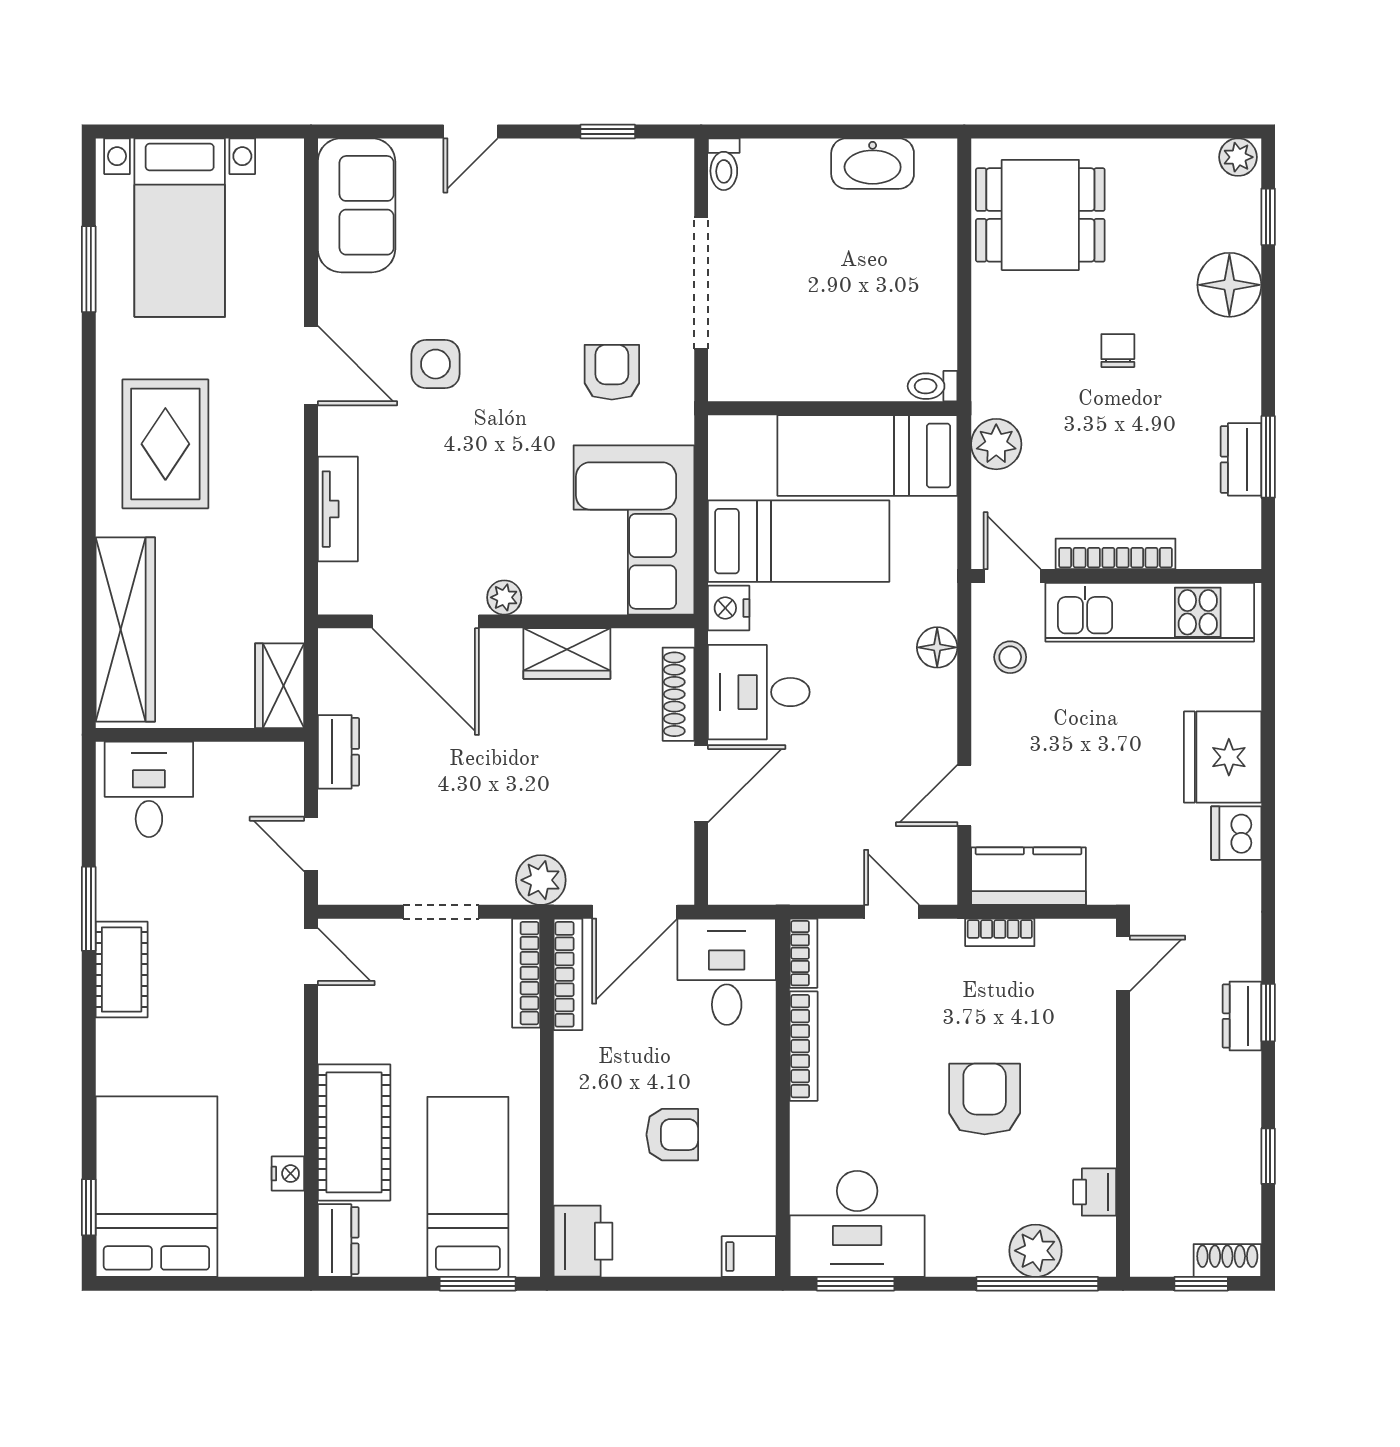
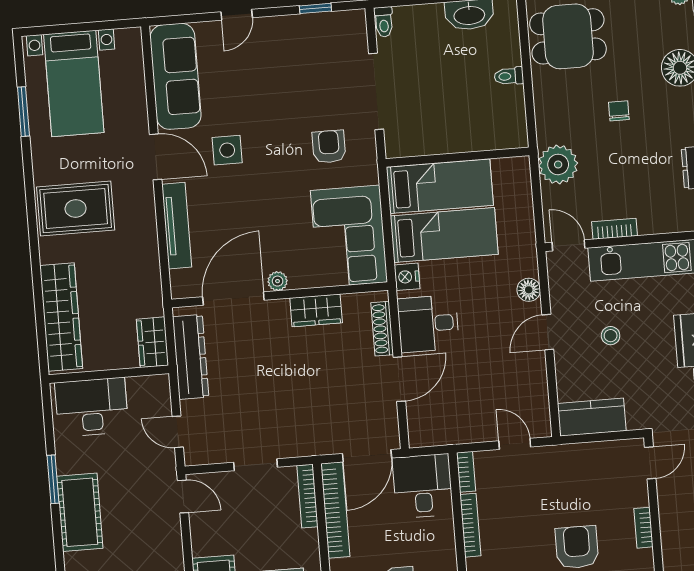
sofa: (357, 205) -> (176, 76), width x1.36
toilet: (933, 386) -> (509, 76), moved
rug: (165, 444) -> (76, 209), turned 90
plant: (996, 444) -> (558, 164), width x1.36, depth x1.36
bed: (867, 455) -> (440, 186), moved, turned 180
tv unit: (338, 509) -> (177, 226), width x1.41
bookcase: (1115, 554) -> (614, 229), width x0.64
door: (426, 621) -> (233, 299), swing flipped
stool: (1010, 657) -> (611, 336), moved
dresser: (338, 752) -> (191, 357), width x1.96, depth x1.24
desk: (149, 789) -> (92, 407), width x1.37
door: (964, 796) -> (548, 332), moved
plant: (541, 880) -> (312, 442), removed
bookcase: (1000, 932) -> (643, 528), moved, turned 90
cot: (122, 970) -> (80, 512), width x1.37, depth x1.34
bookcase: (568, 974) -> (335, 510), width x1.48, depth x1.31

